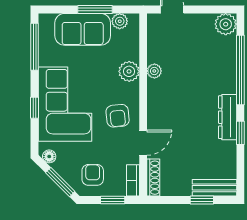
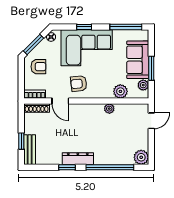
plant: (129, 71) -> (120, 91), moved
window: (113, 200) -> (21, 80), removed

